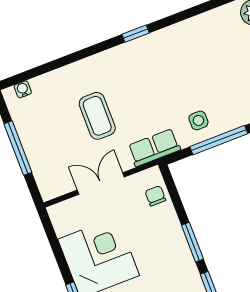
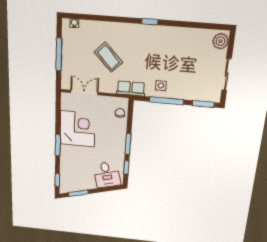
coffee table: (97, 116) -> (108, 57), turned -44
double door: (101, 184) -> (84, 93), moved

